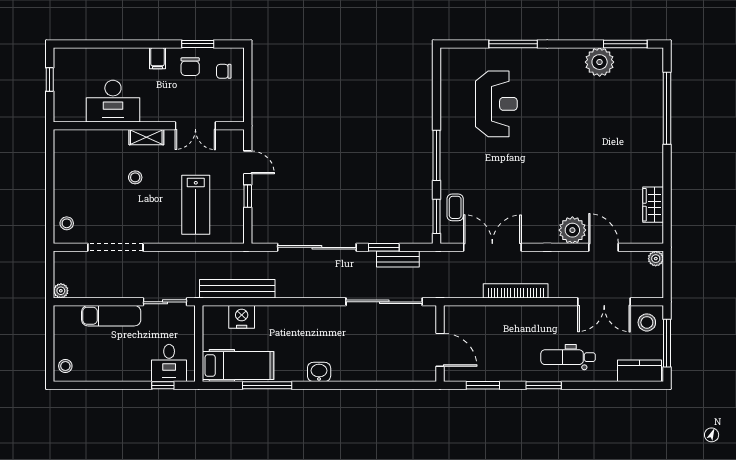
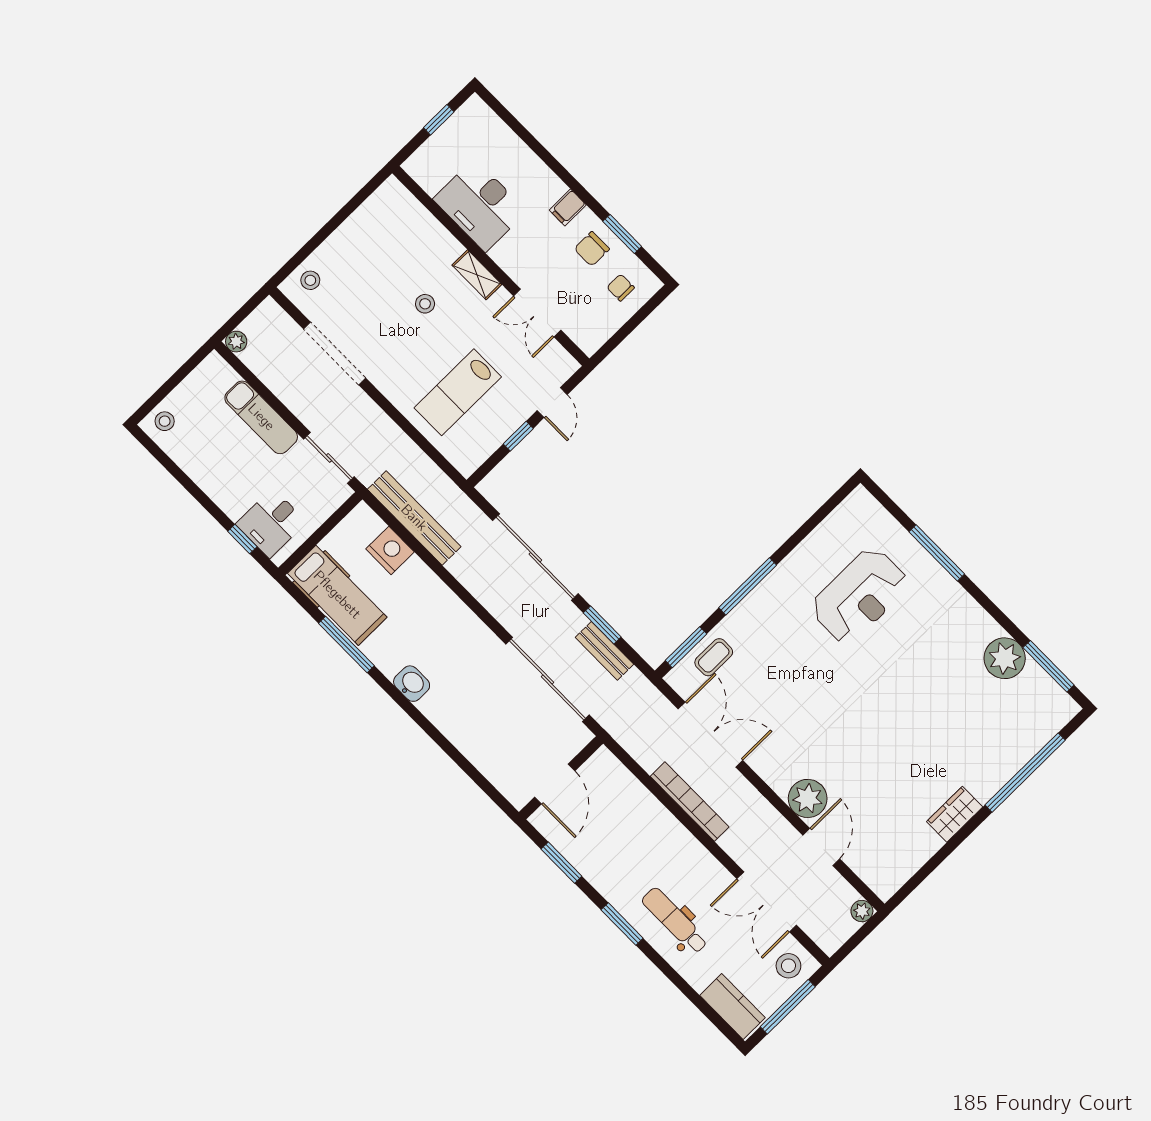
wardrobe: (653, 205) -> (955, 814), moved

